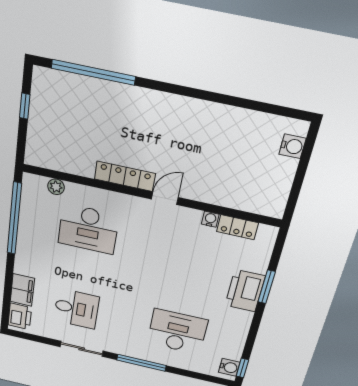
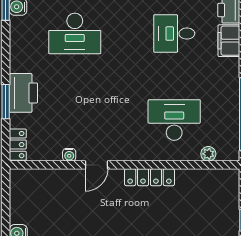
door: (165, 198) -> (97, 165), moved
locker: (238, 227) -> (18, 145), moved, turned 90

